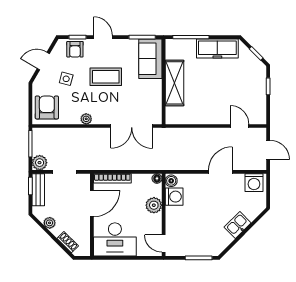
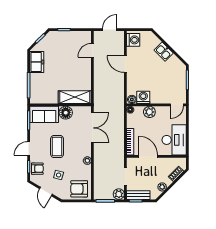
freezer: (217, 48) -> (37, 62), width x0.71
shelving: (174, 83) -> (75, 97), moved
floor lamp: (153, 89) -> (66, 113), added

